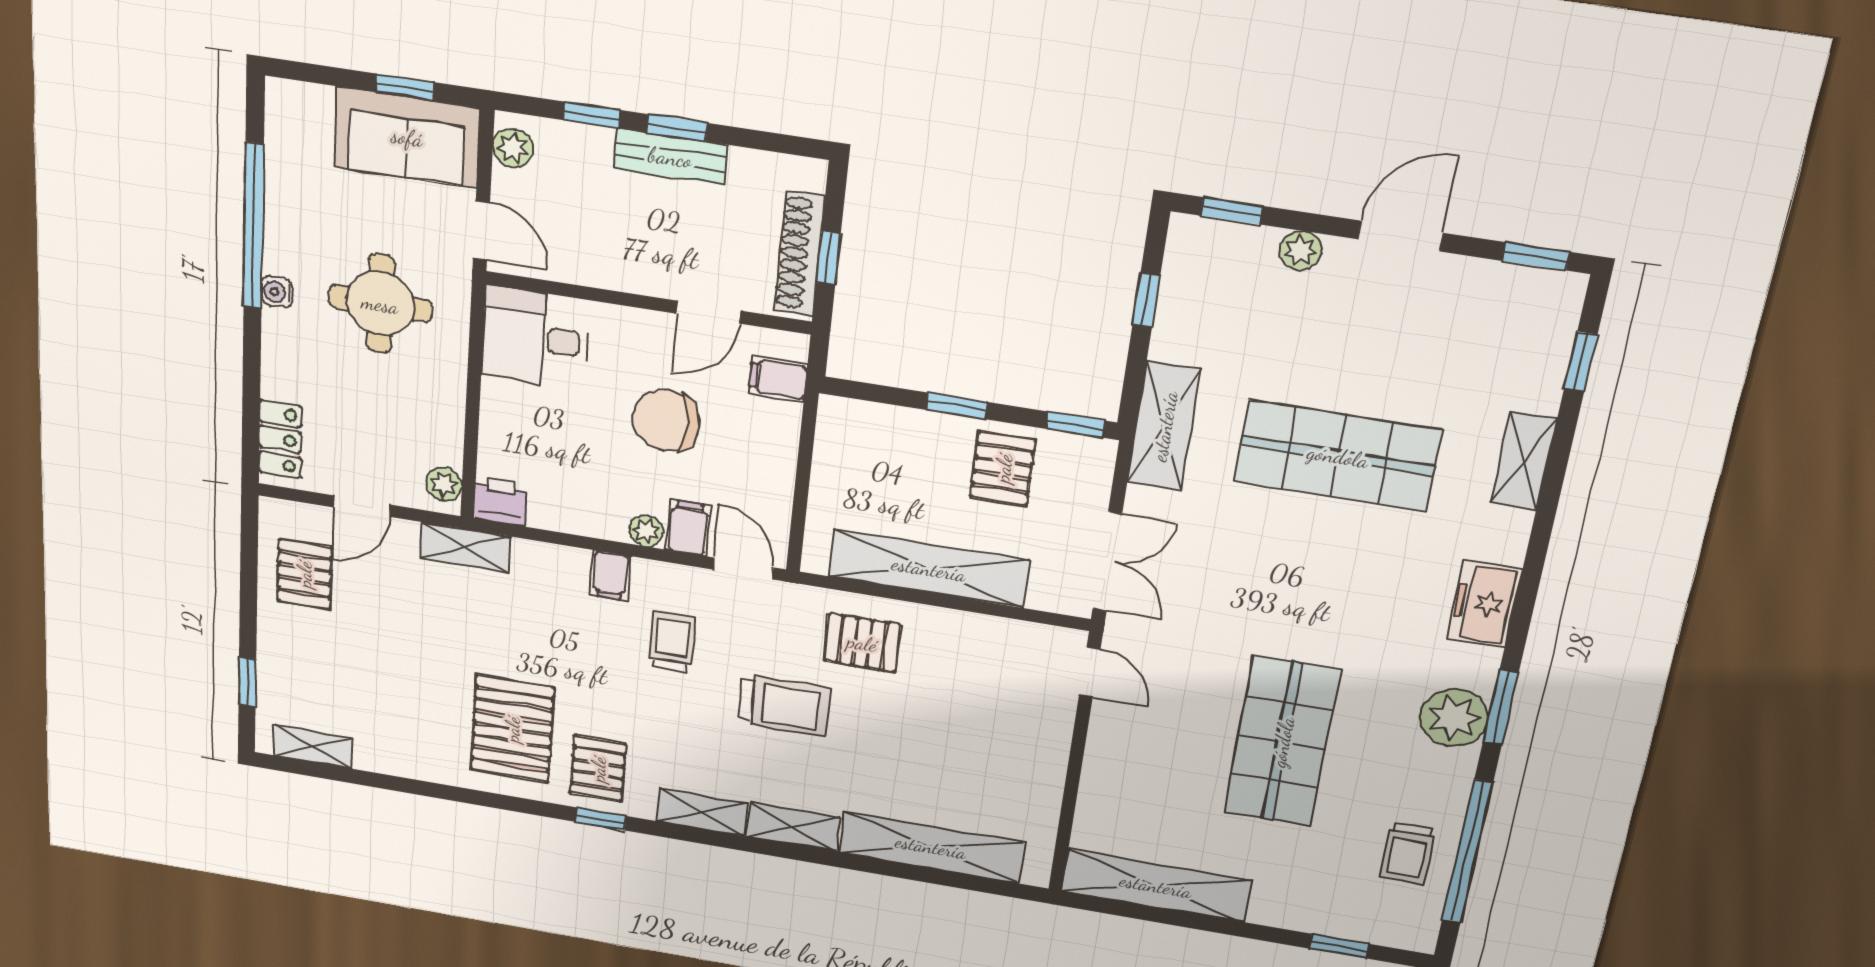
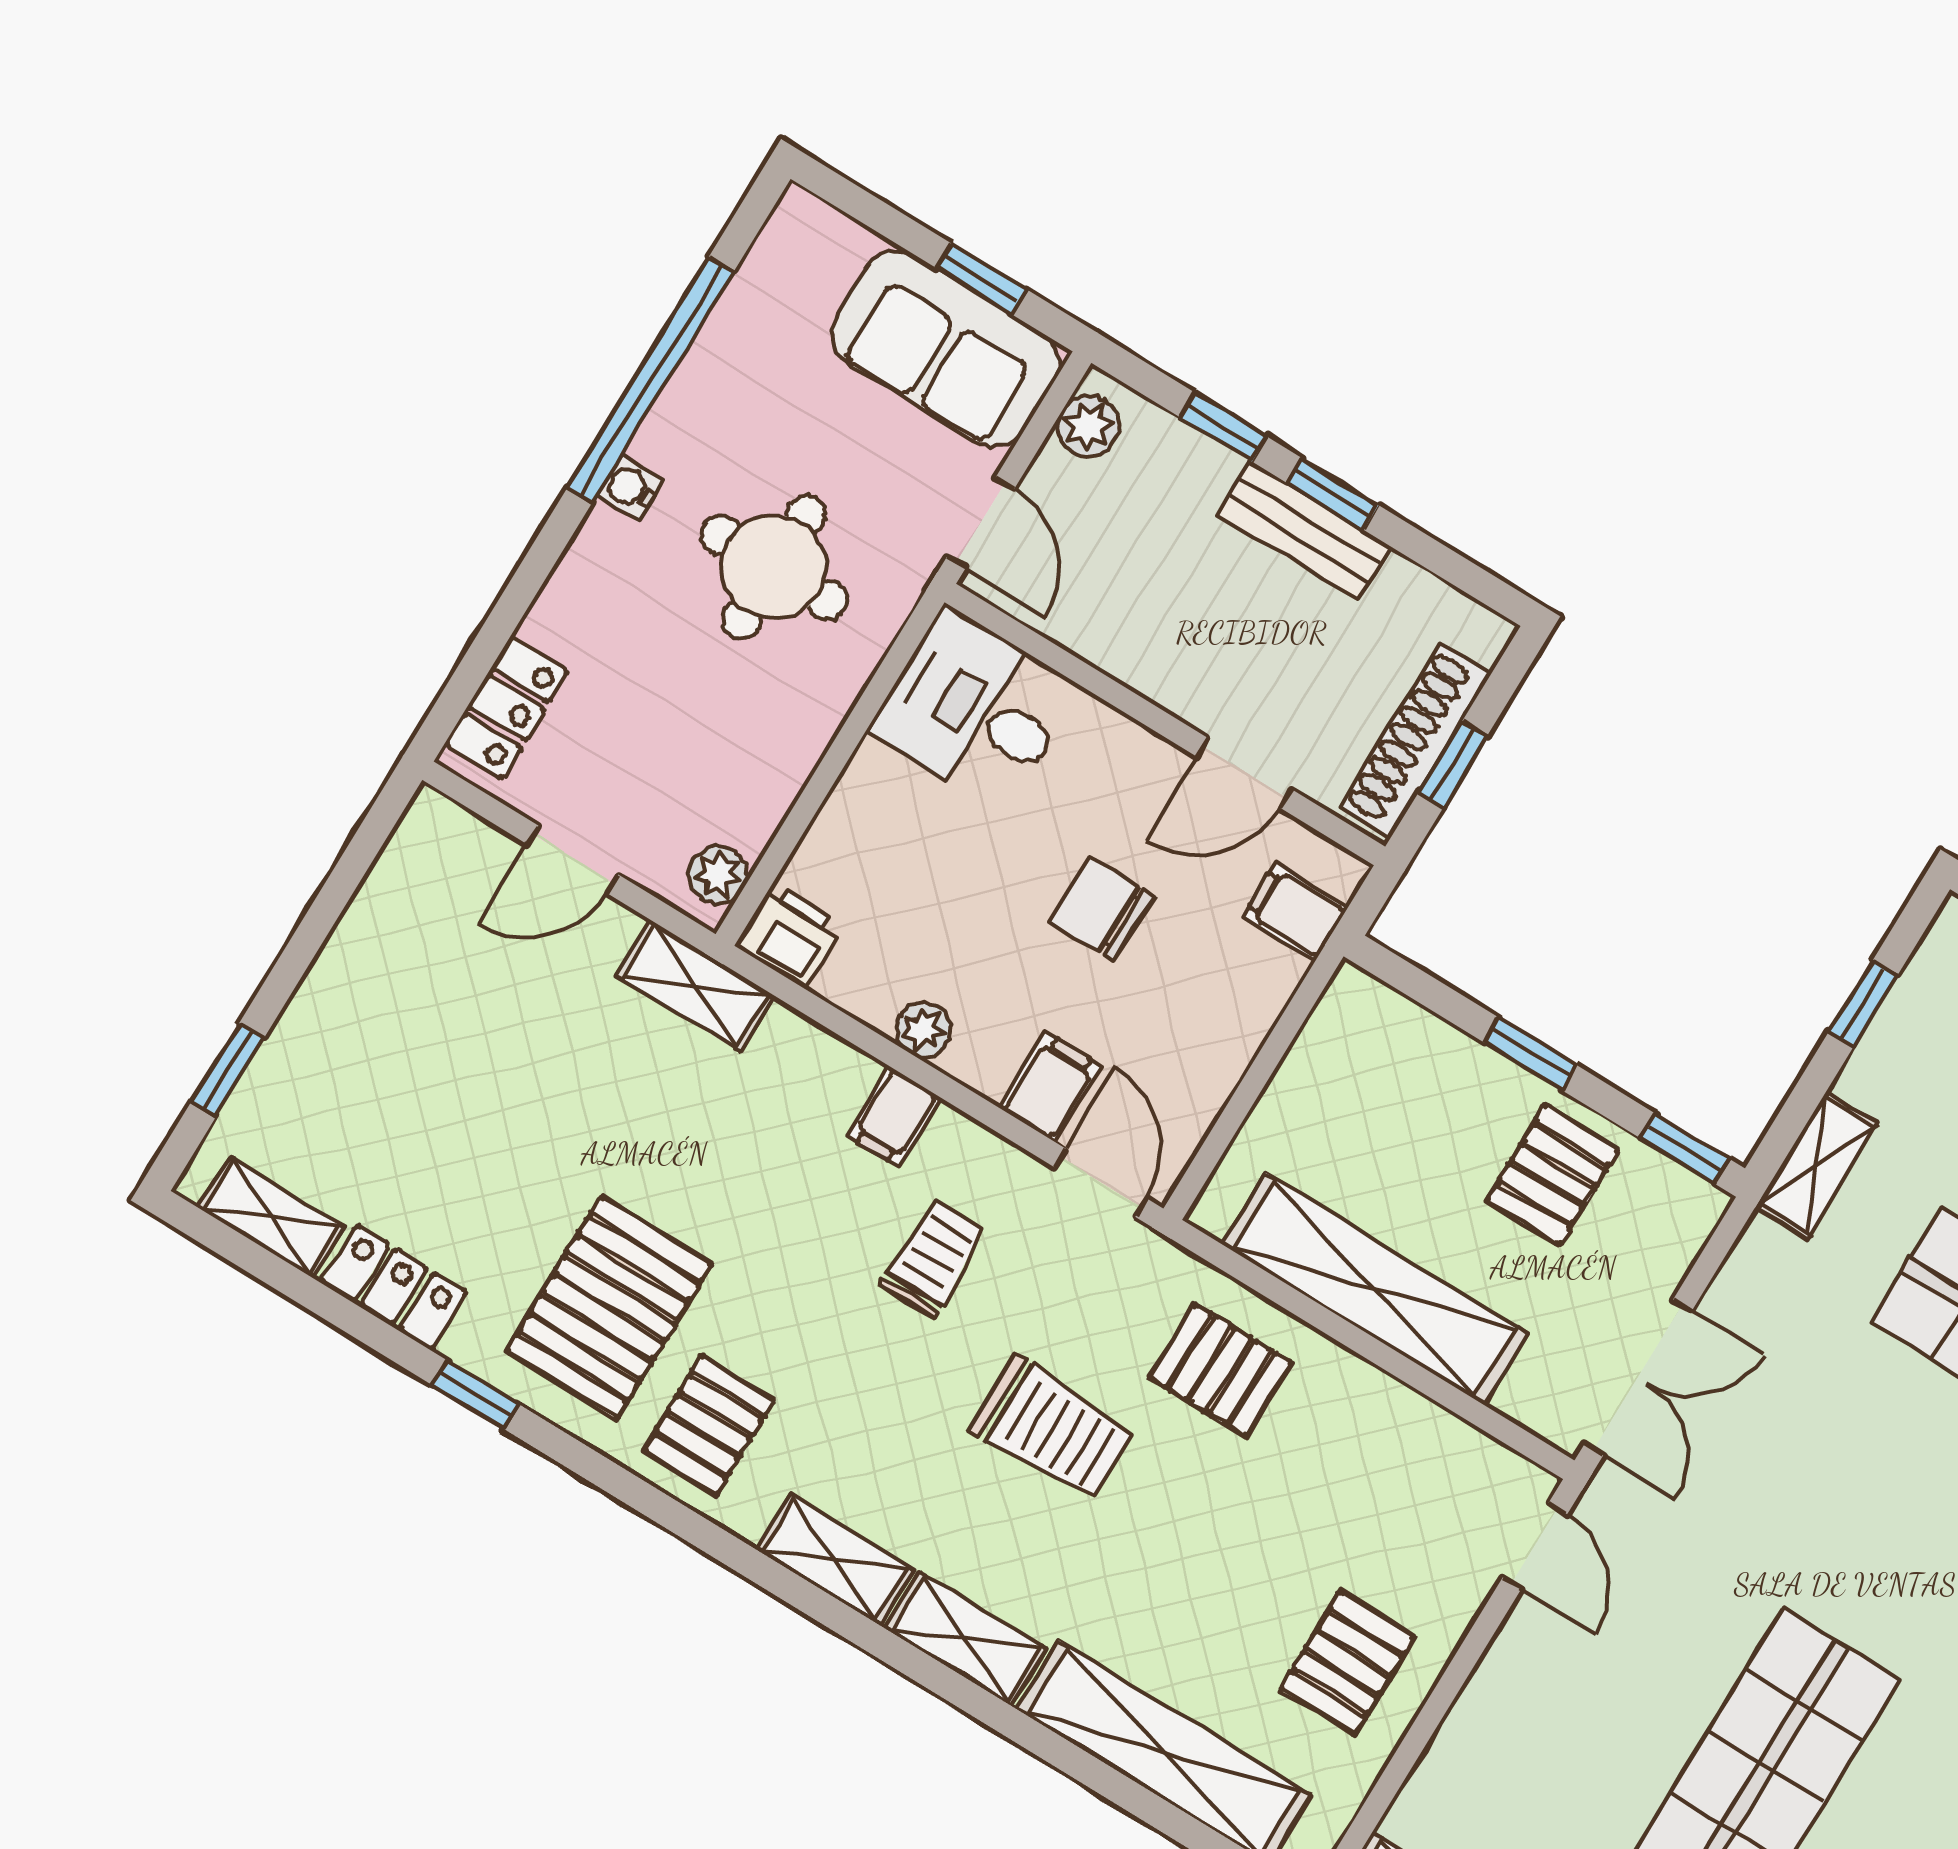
chair: (666, 420) -> (1102, 909), width x0.73, depth x0.73
shelving: (1164, 426) -> (1817, 1165), width x0.67, depth x0.75
plant: (646, 531) -> (923, 1030), moved
pallet: (304, 574) -> (1348, 1663), moved
locker: (395, 758) -> (394, 1287), added
window: (601, 819) -> (476, 1395), moved

